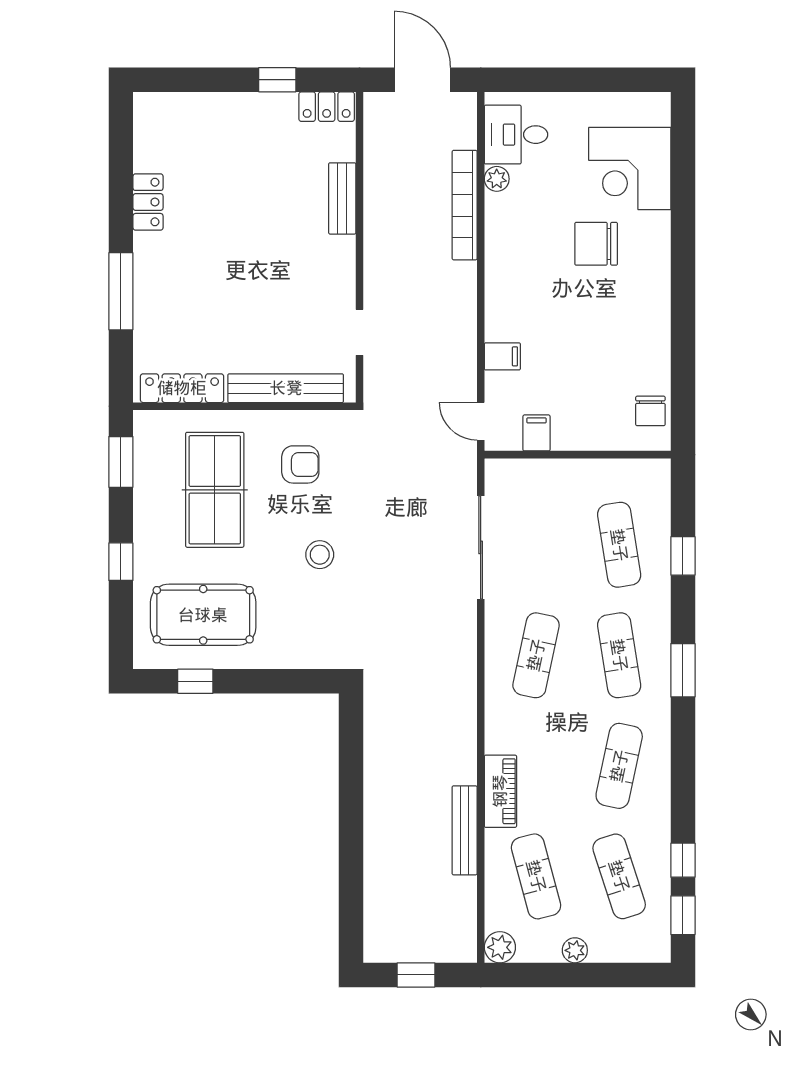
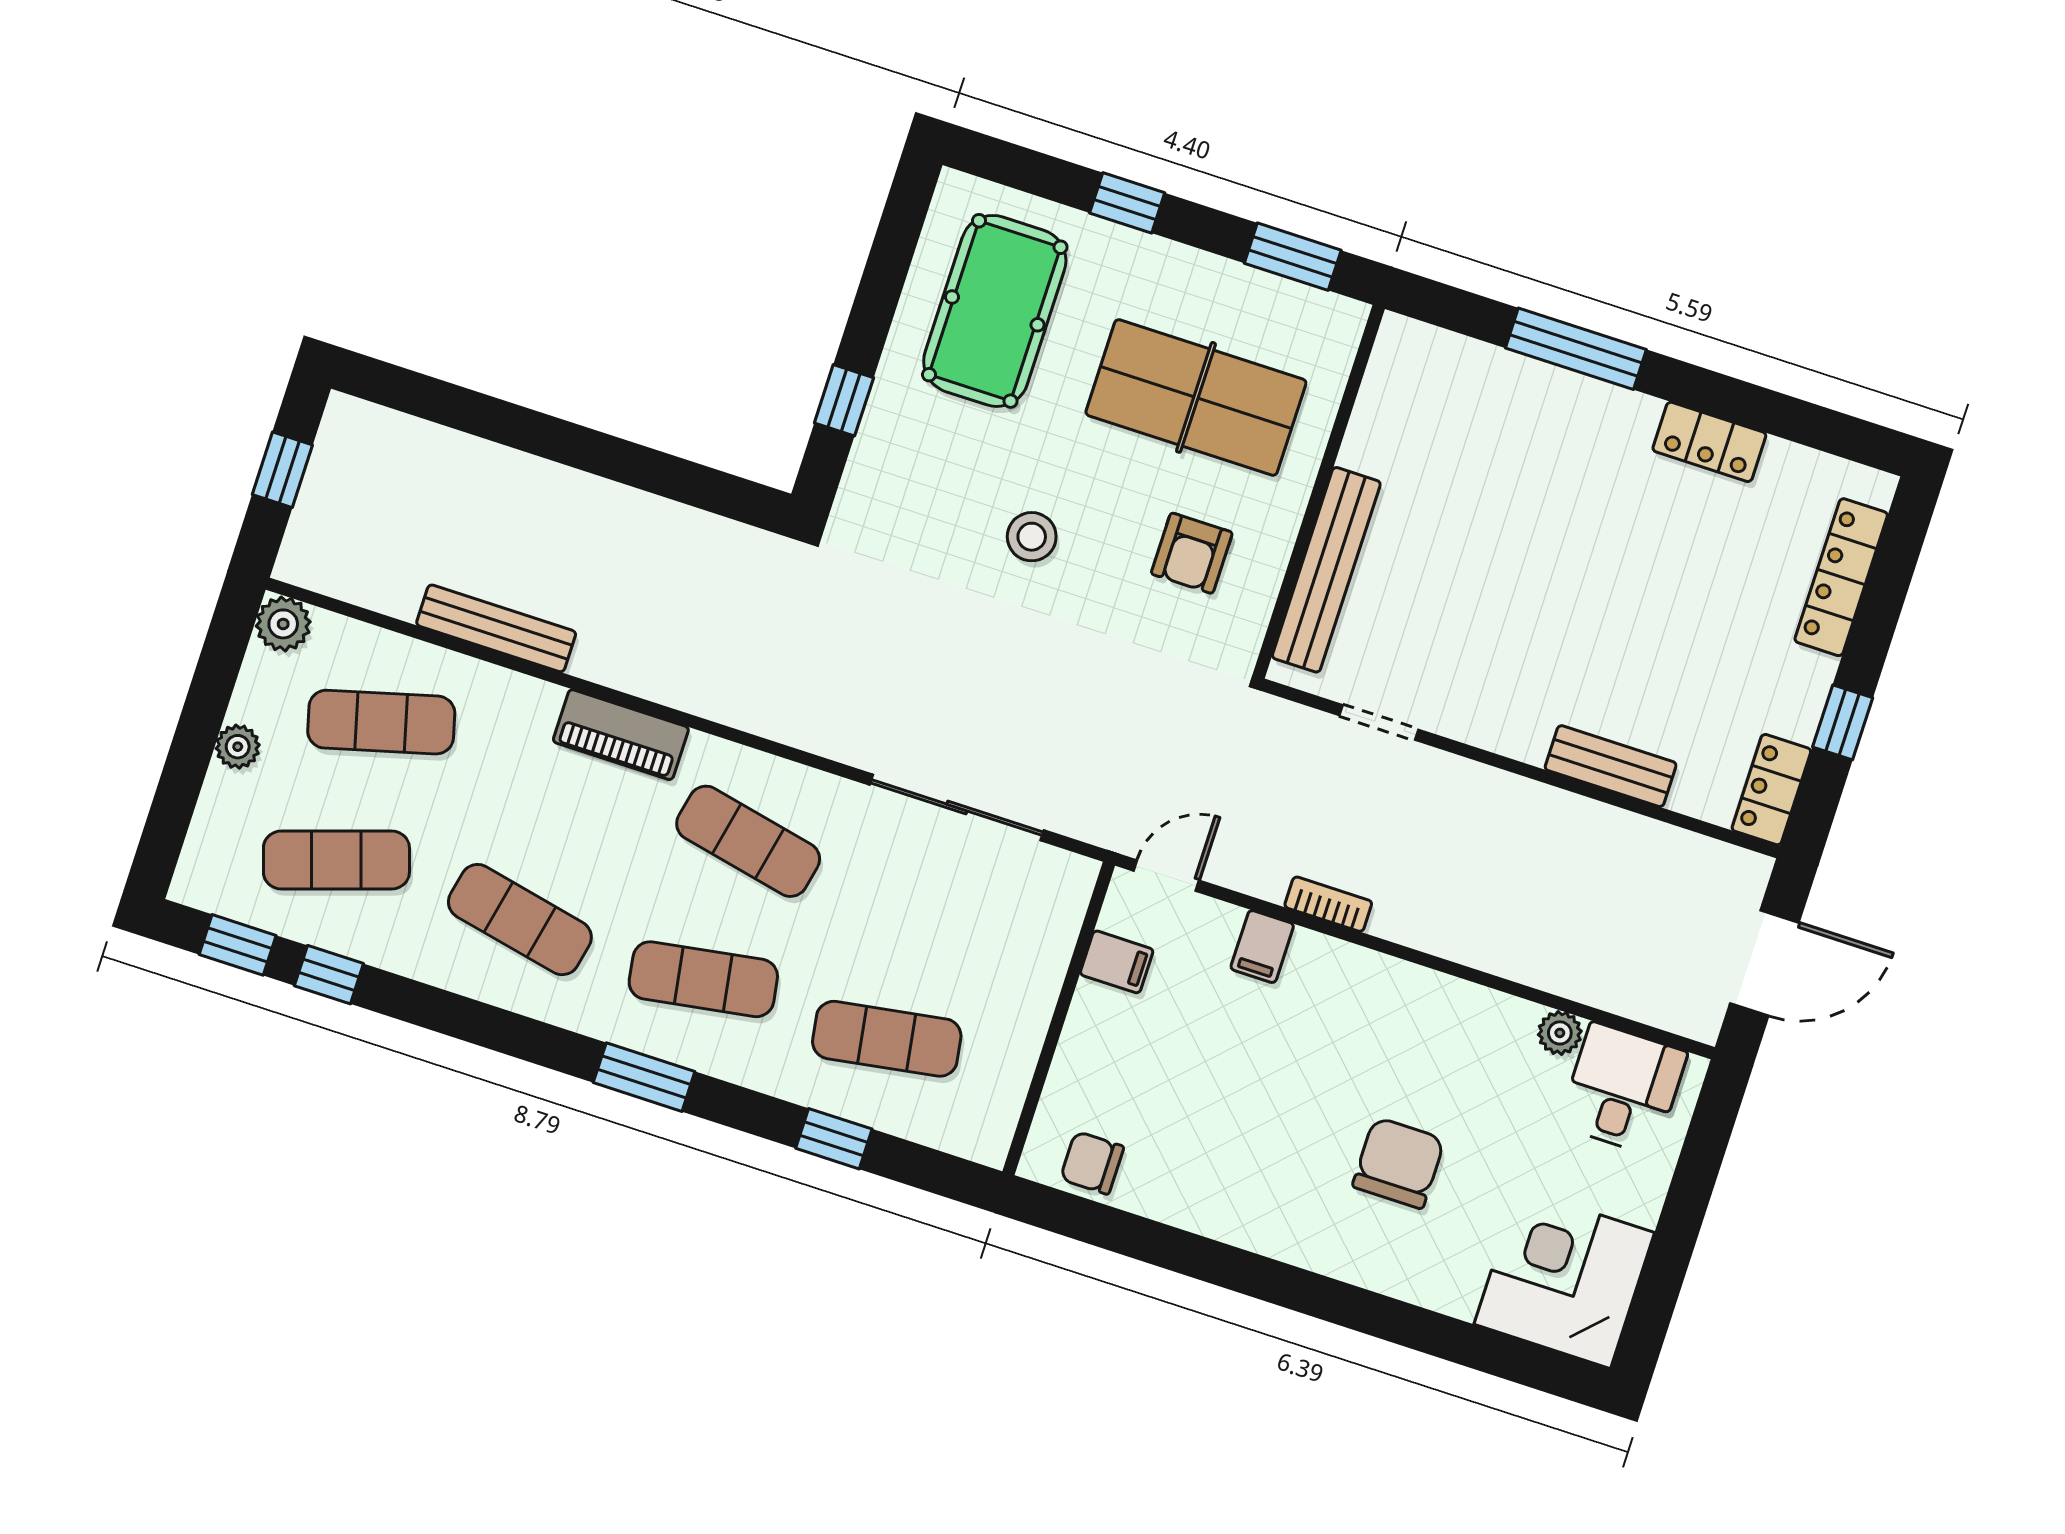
corner desk: (630, 168) -> (1564, 1278), moved
bookcase: (465, 205) -> (1328, 904), moved, width x0.43, depth x0.76
locker: (182, 388) -> (1841, 577), moved, turned 180
window: (195, 681) -> (844, 400), moved
piano: (500, 791) -> (621, 735), moved

